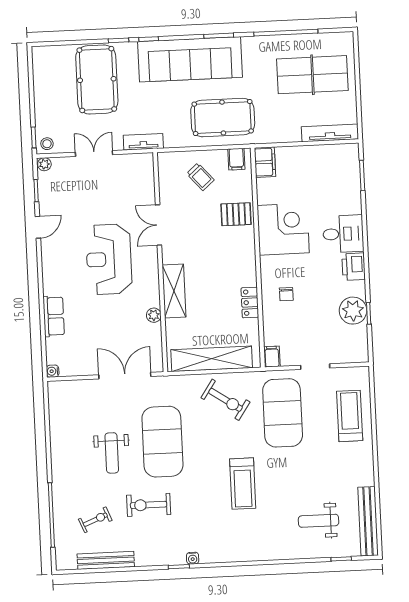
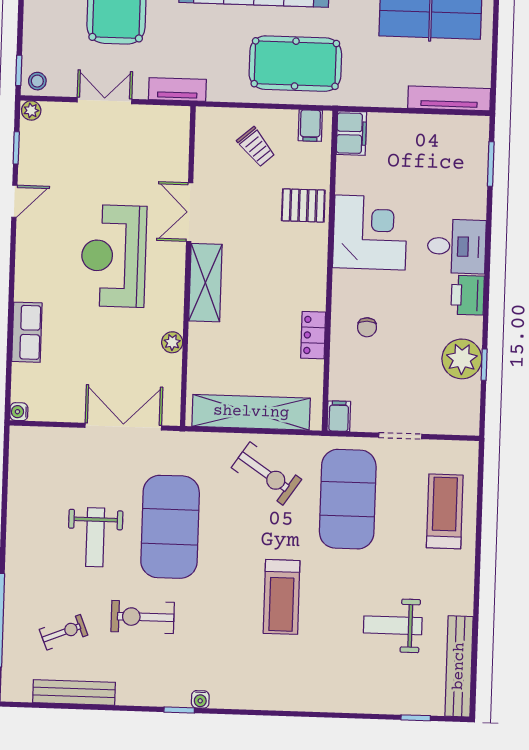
shelving: (174, 291) -> (205, 283), moved
weight bench: (319, 521) -> (393, 625), moved

